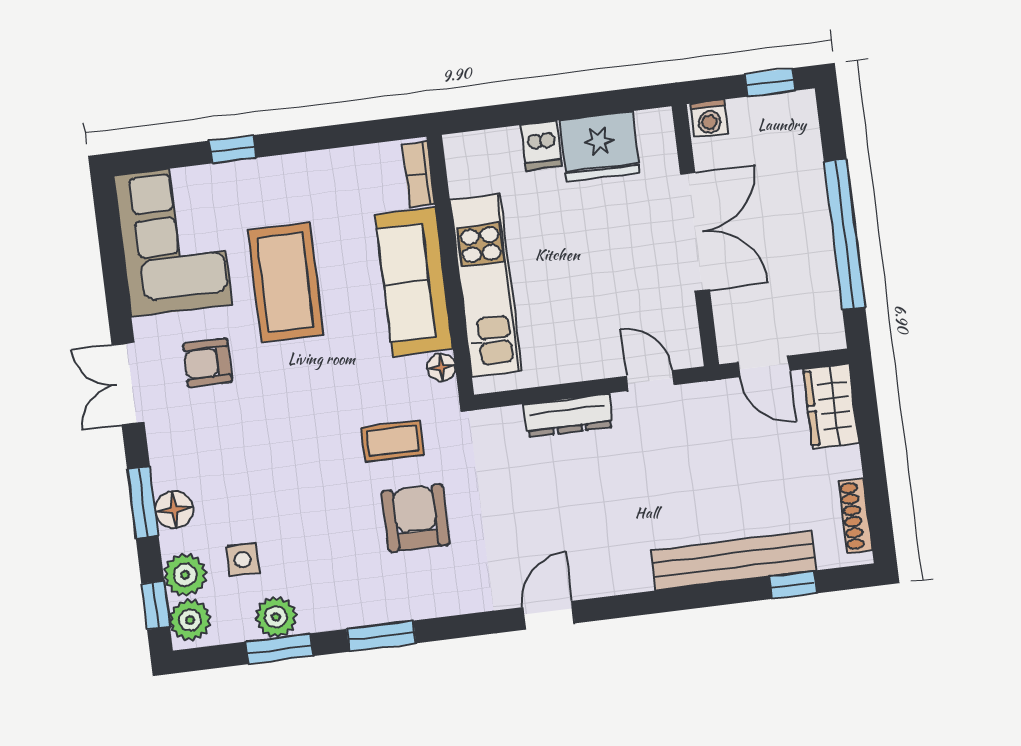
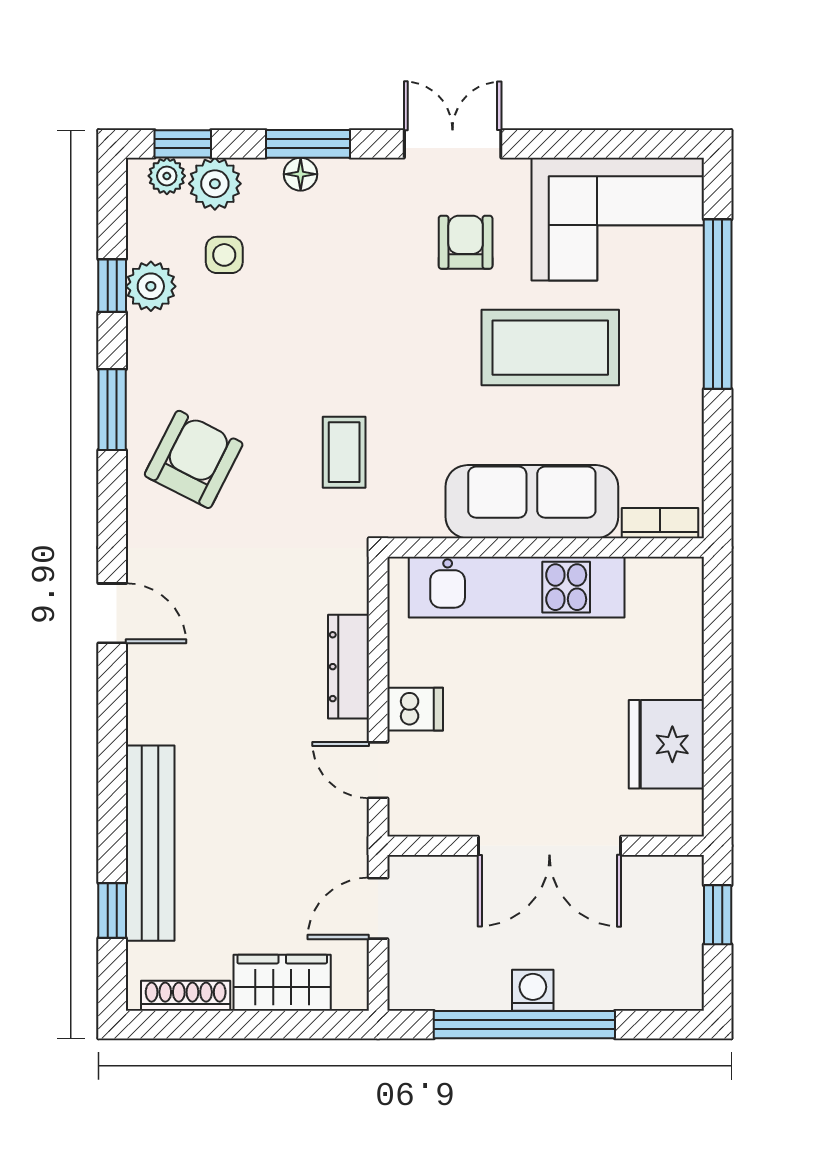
window: (770, 82) -> (718, 915), moved
washing machine: (709, 119) -> (533, 990), moved, turned 90
dishwasher: (541, 145) -> (415, 709), moved, turned 180
window: (233, 149) -> (718, 304), width x3.17
floor lamp: (441, 367) -> (425, 522), removed
door: (650, 381) -> (378, 770), swing flipped
wardrobe: (831, 406) -> (282, 983), moved
floor lamp: (174, 510) -> (301, 174), width x0.73, depth x0.73
armchair: (416, 518) -> (194, 459), moved, turned -63
plant: (190, 620) -> (167, 176), width x0.73, depth x0.73
window: (279, 649) -> (112, 286), width x0.67

